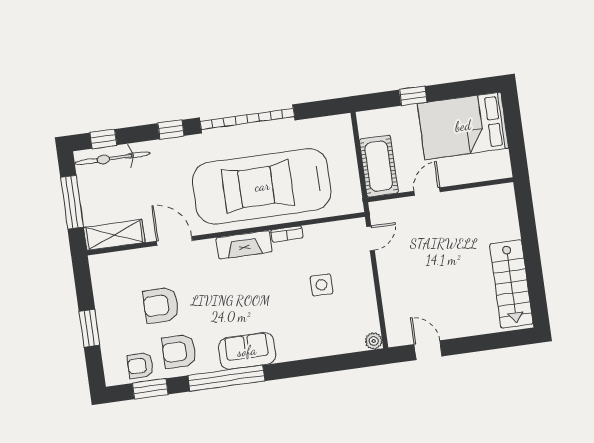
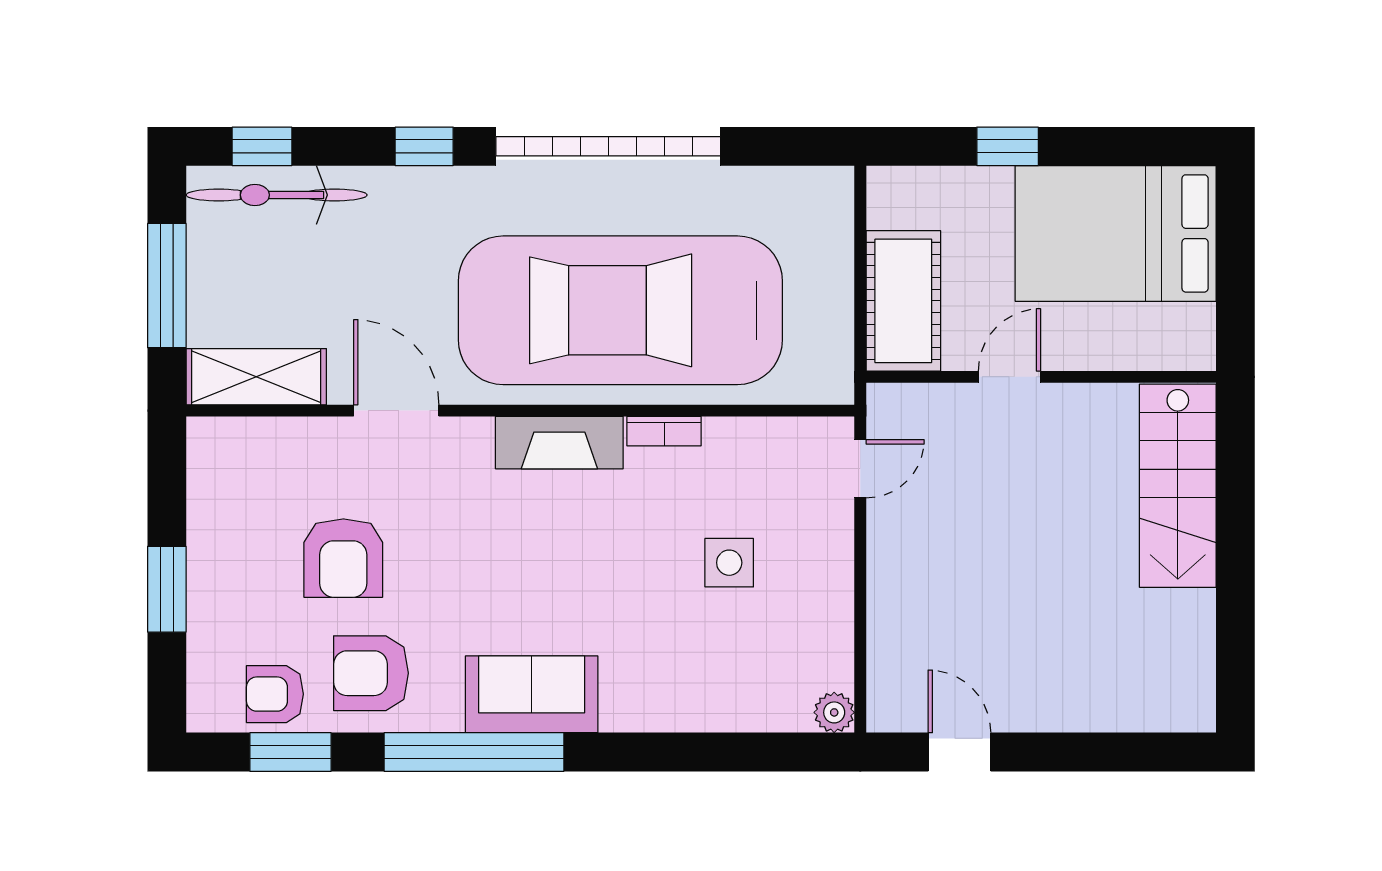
stairs: (511, 284) -> (1178, 486), moved
armchair: (161, 305) -> (343, 558), turned -90

